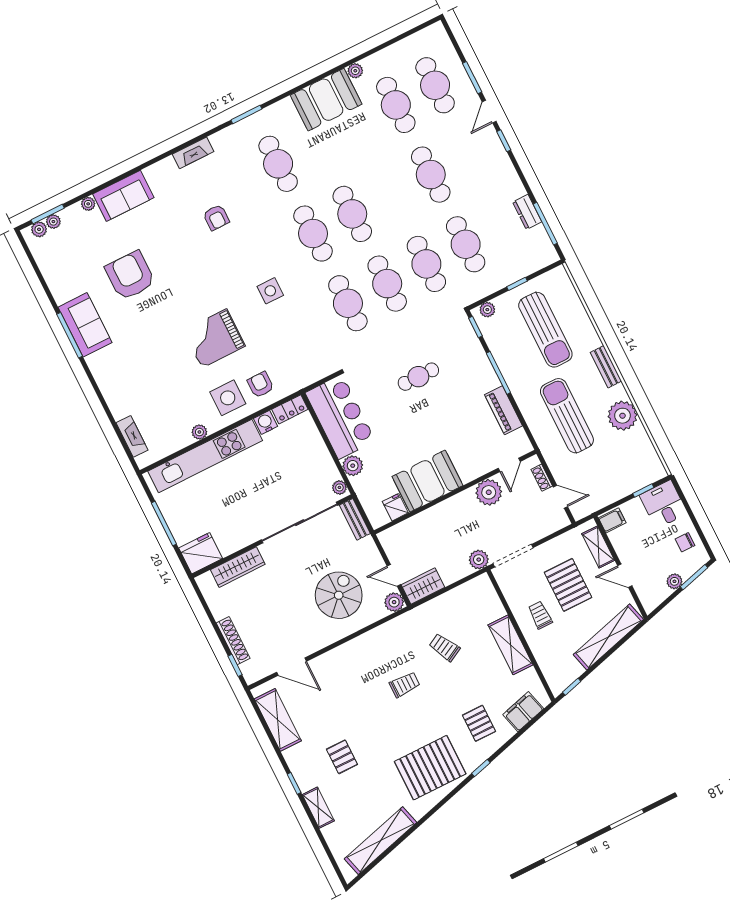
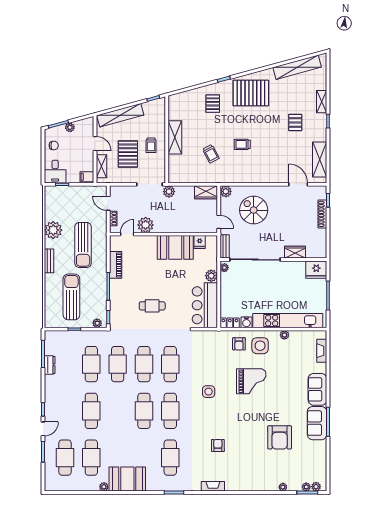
sofa: (123, 196) -> (317, 389), moved, turned -90
wardrobe: (238, 567) -> (295, 252), width x0.67
door: (394, 575) -> (219, 222), moved
spiral stairs: (339, 595) -> (254, 210), turned 90
filing cabinet: (523, 712) -> (186, 98), removed

